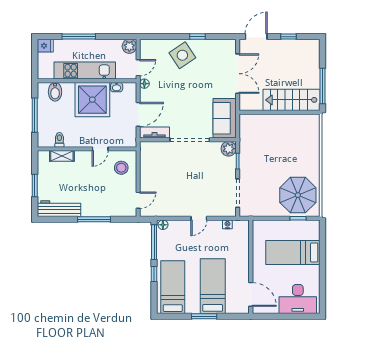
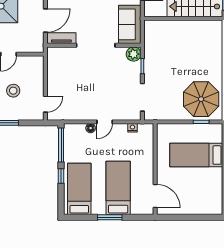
stool: (121, 168) -> (13, 91), moved
floor lamp: (163, 225) -> (91, 128), moved
desk: (298, 299) -> (201, 200), removed

